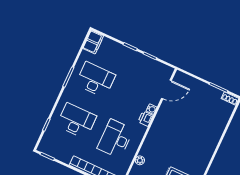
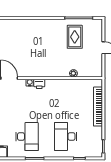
desk: (95, 80) -> (27, 137), turned 180
desk: (115, 139) -> (66, 100), removed

